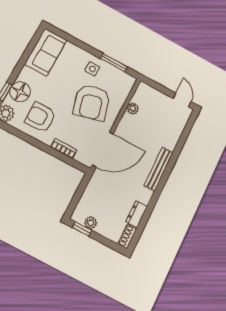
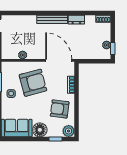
floor lamp: (20, 92) -> (40, 130), moved
armchair: (40, 117) -> (60, 109), turned 97
dresser: (136, 214) -> (76, 20), moved

